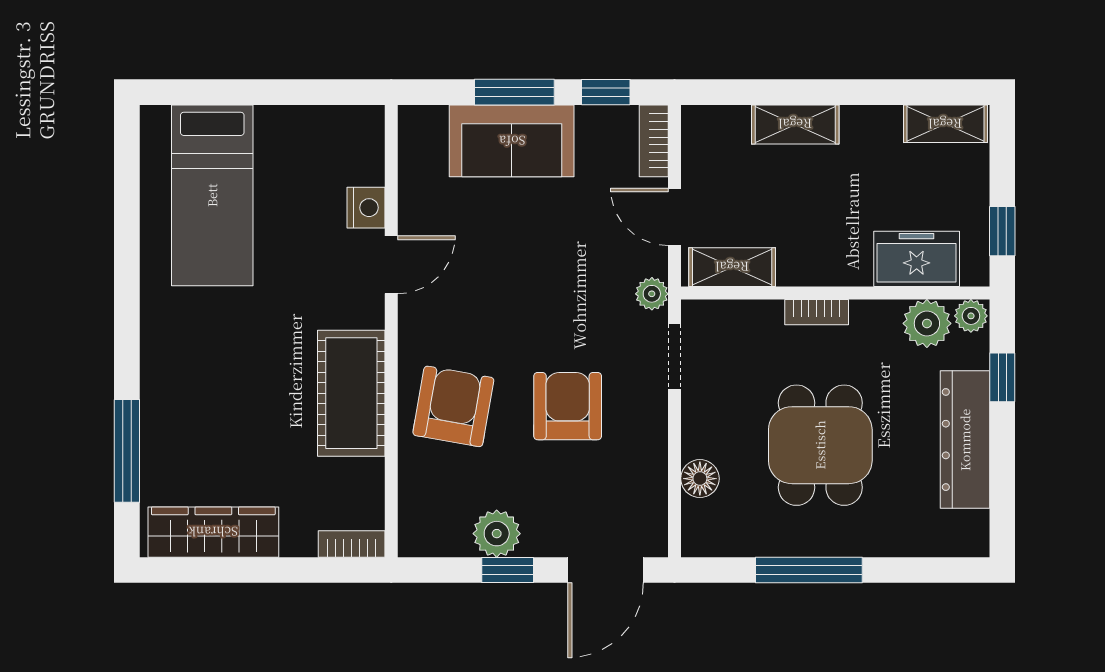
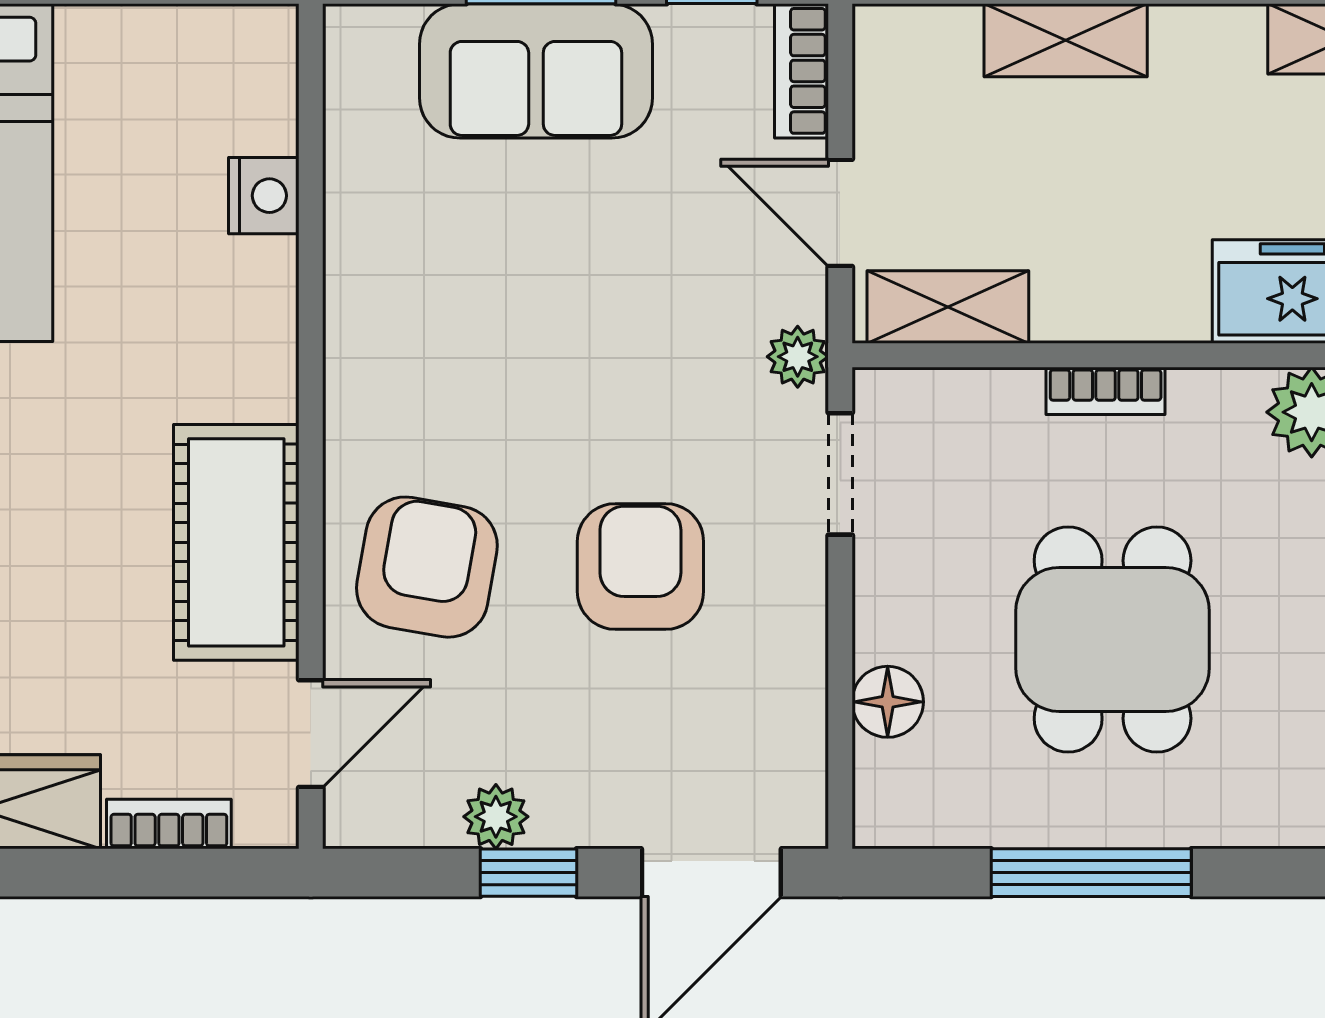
door: (391, 265) -> (311, 734), moved
plant: (497, 534) -> (496, 817), width x0.73, depth x0.73
bookcase: (352, 544) -> (169, 824), moved

